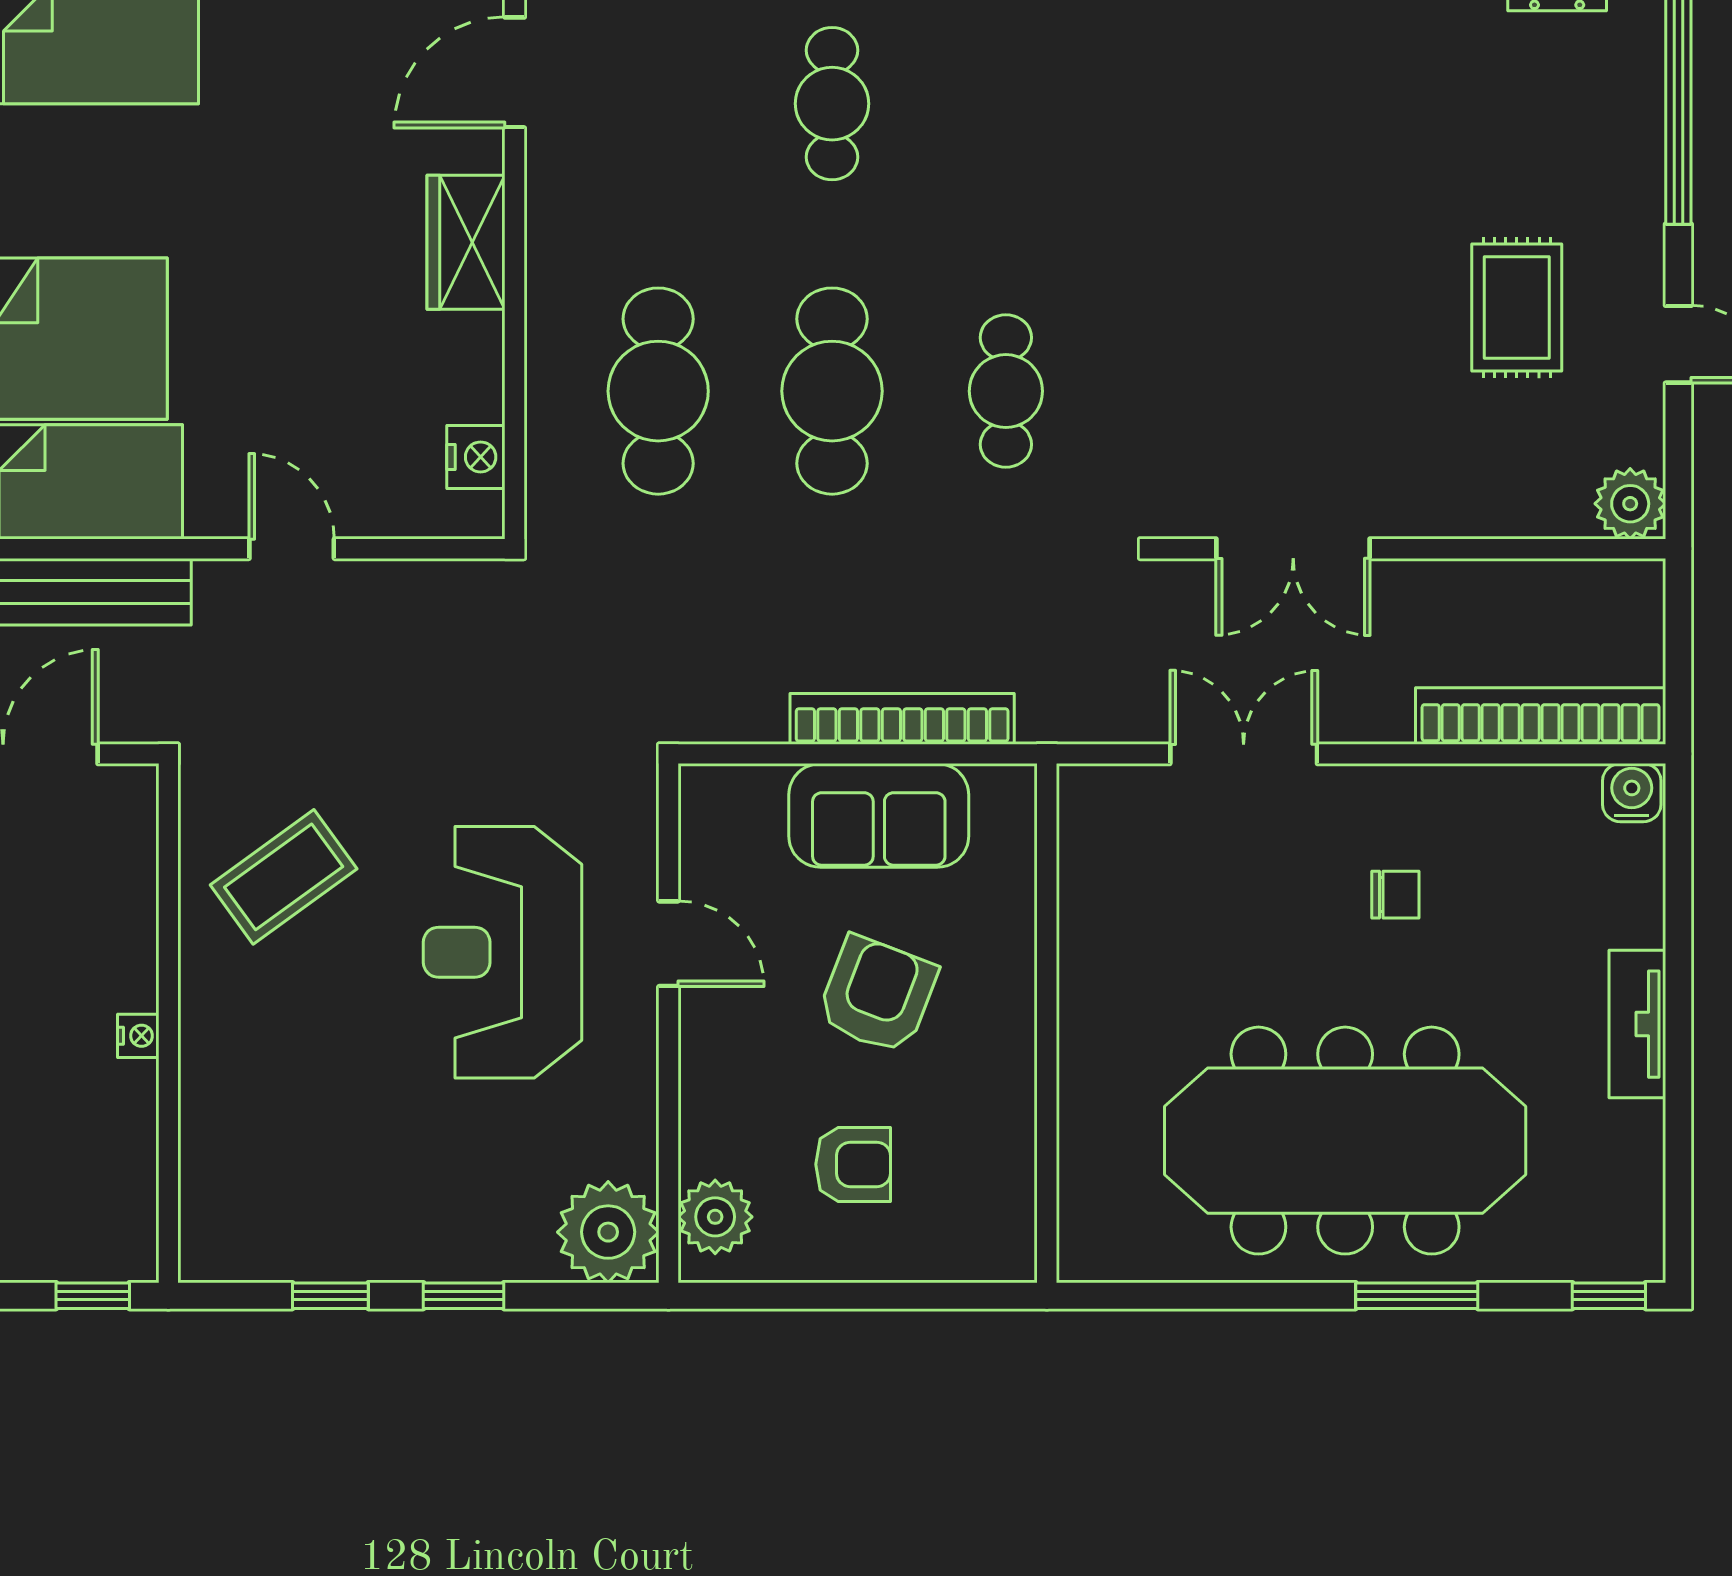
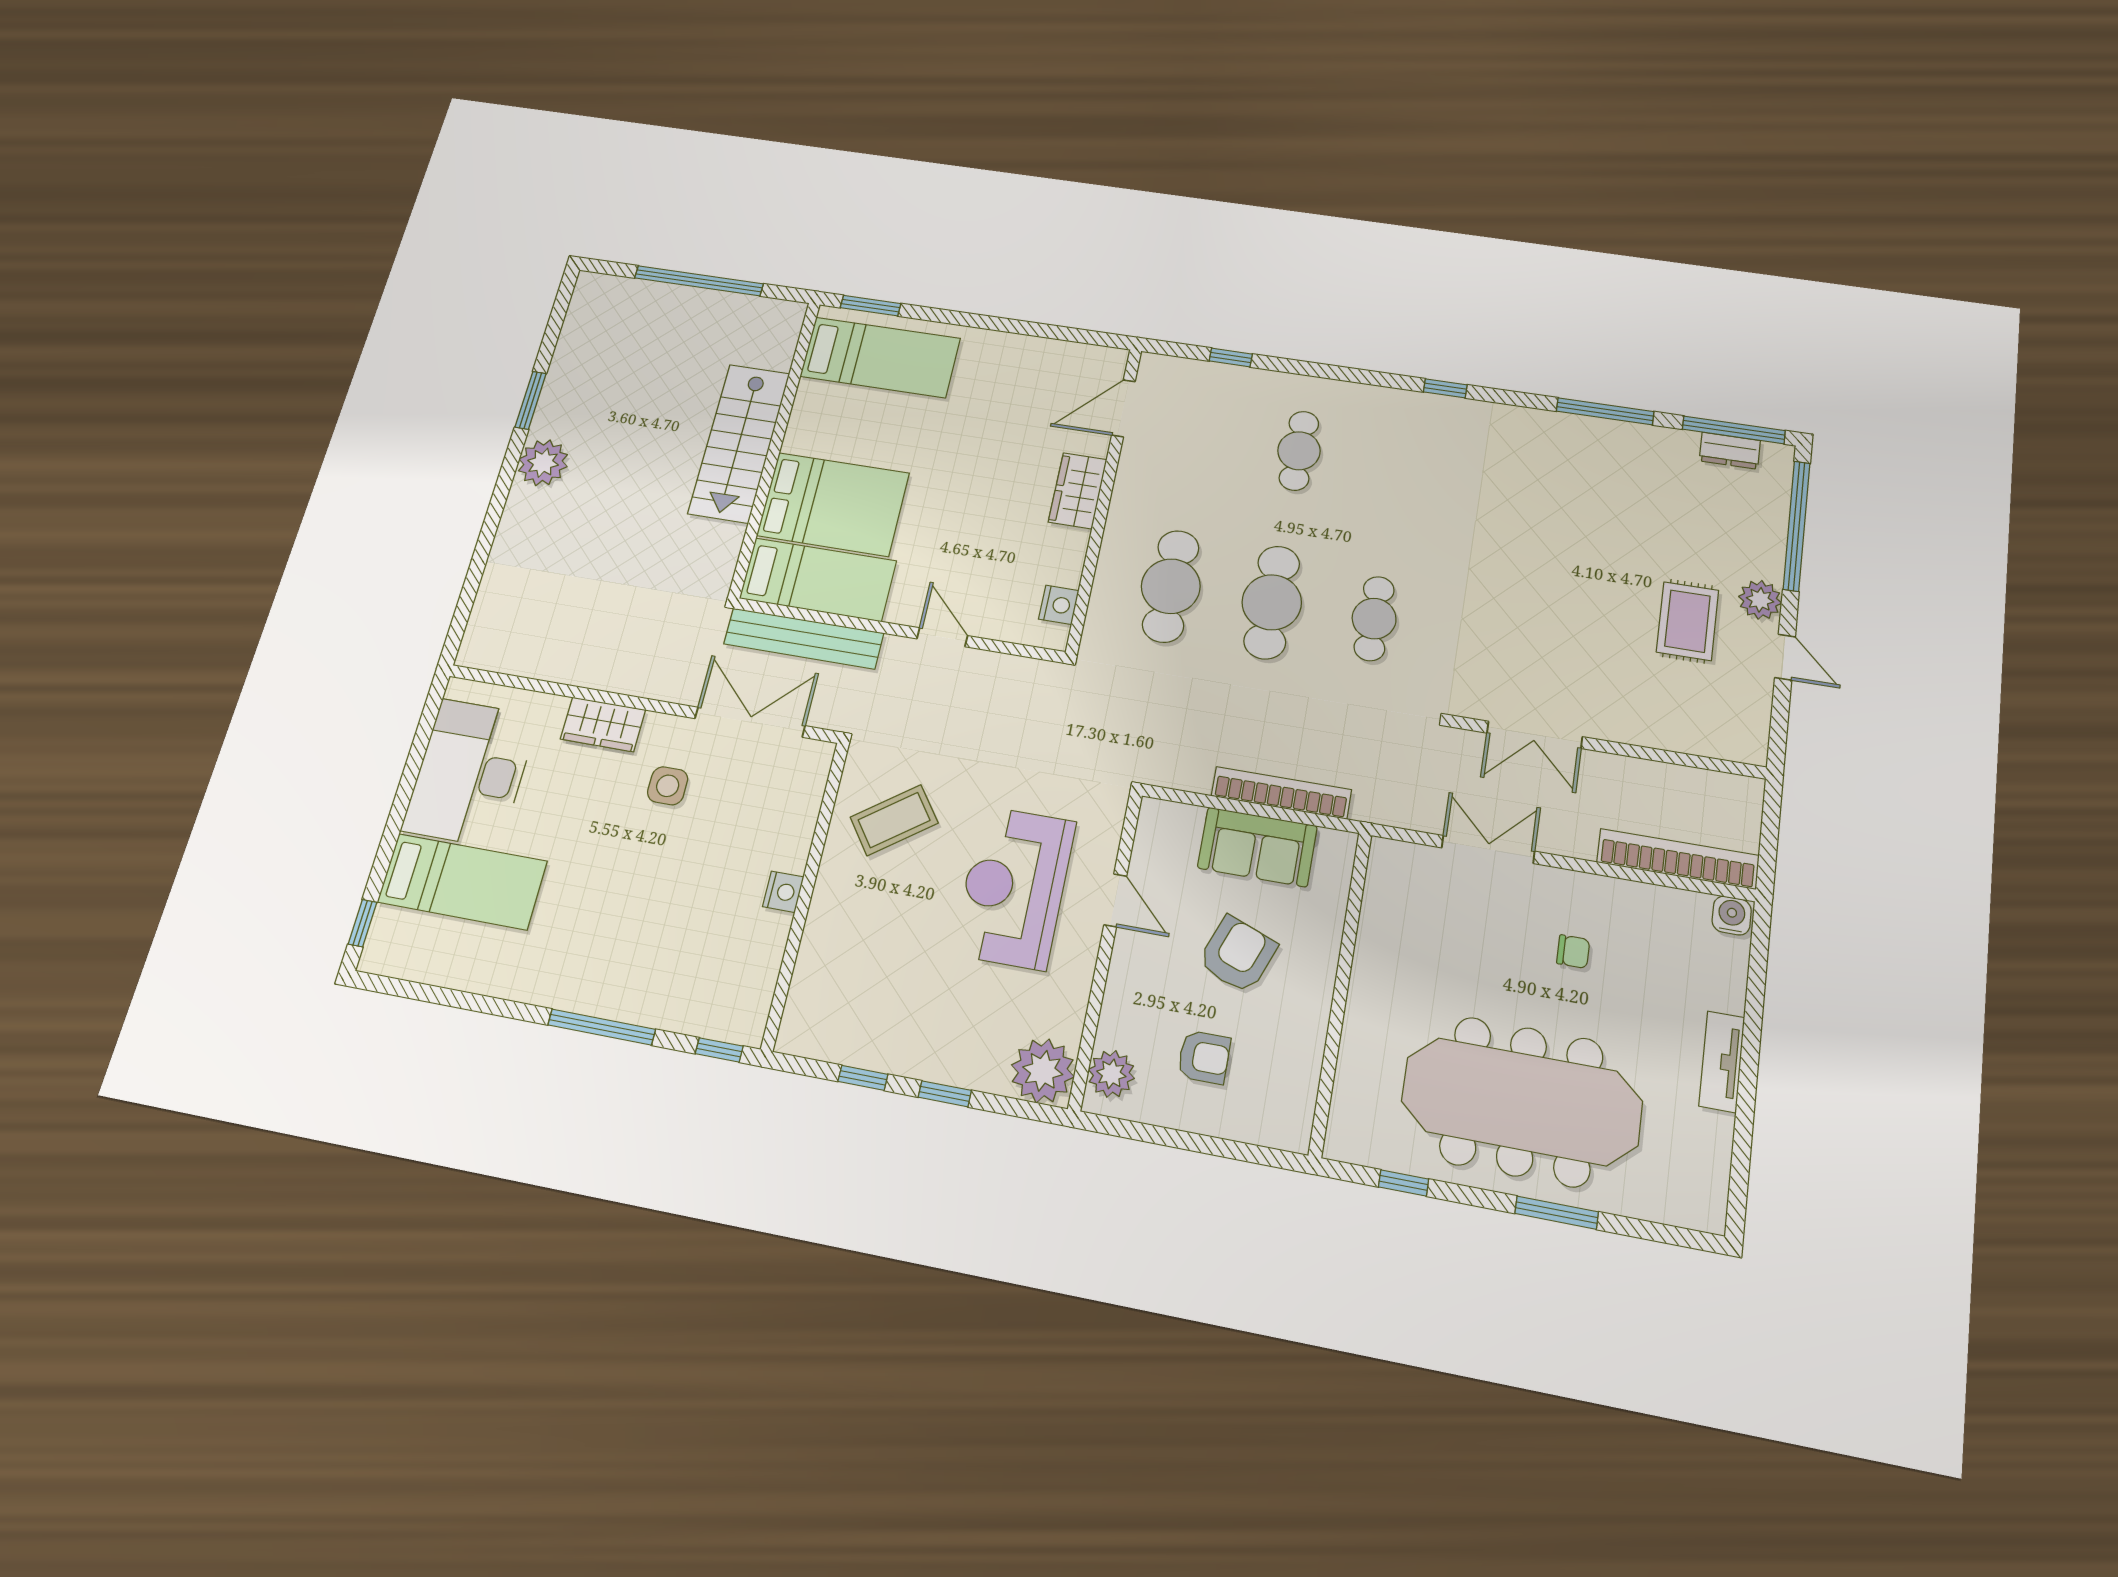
plant: (1630, 504) -> (1760, 600), moved
nightstand: (138, 1036) -> (783, 892), width x1.39, depth x1.35
window: (1609, 1296) -> (1404, 1183), moved

